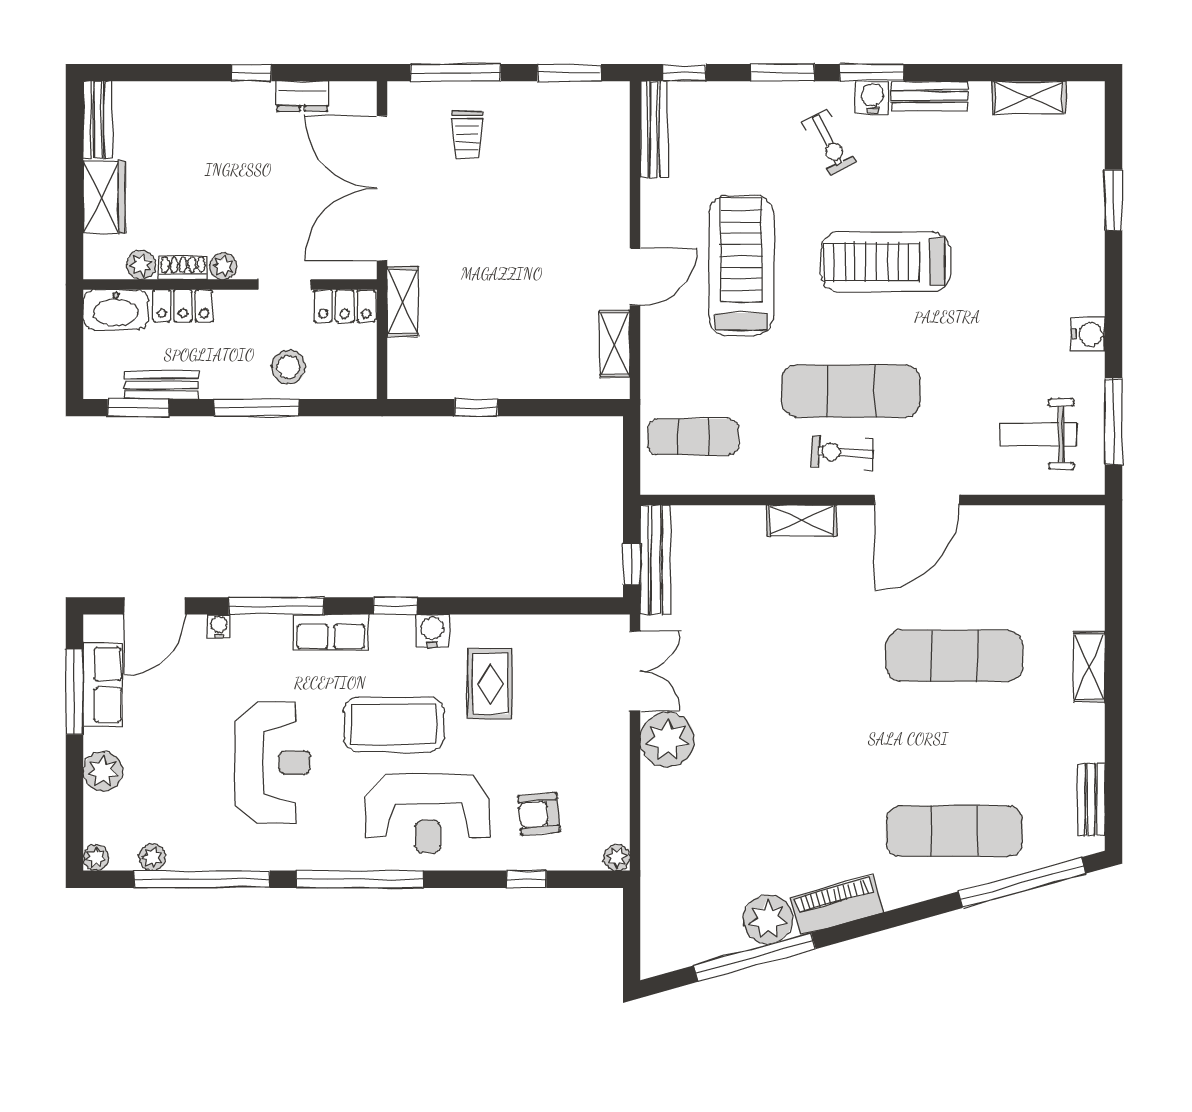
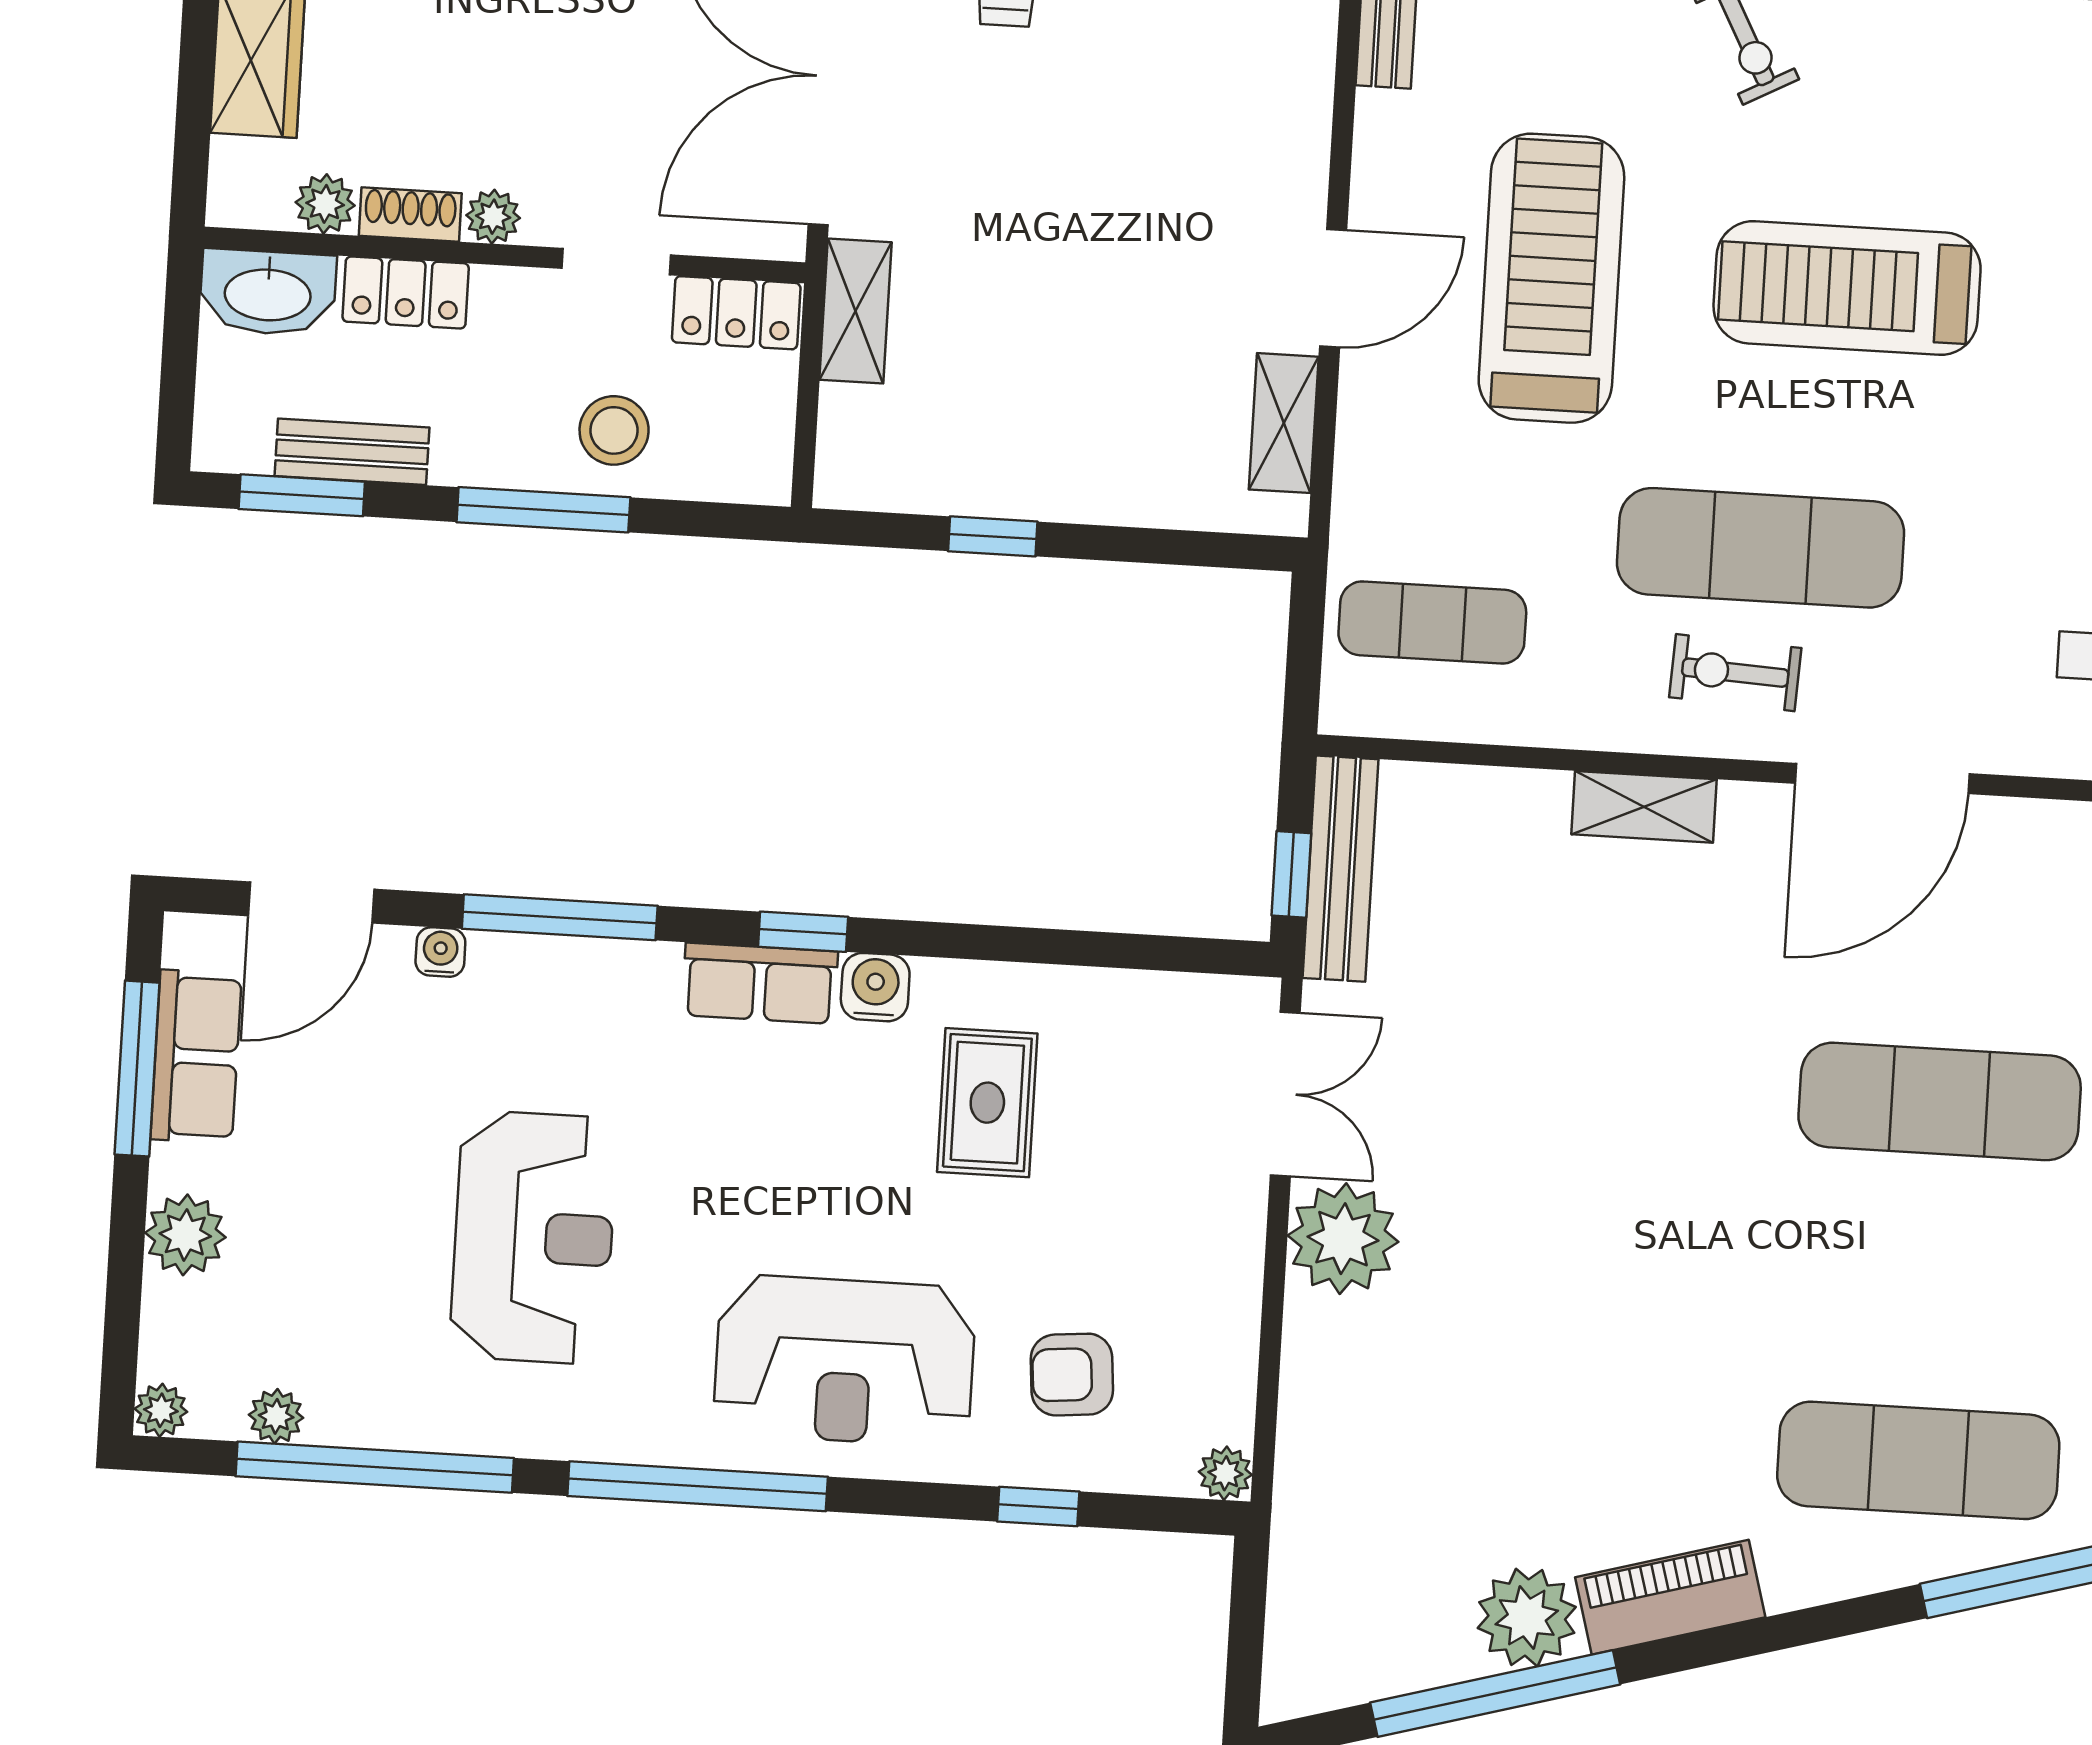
row of seats: (331, 632) -> (760, 983), moved
coffee table: (394, 725) -> (786, 1174), removed

